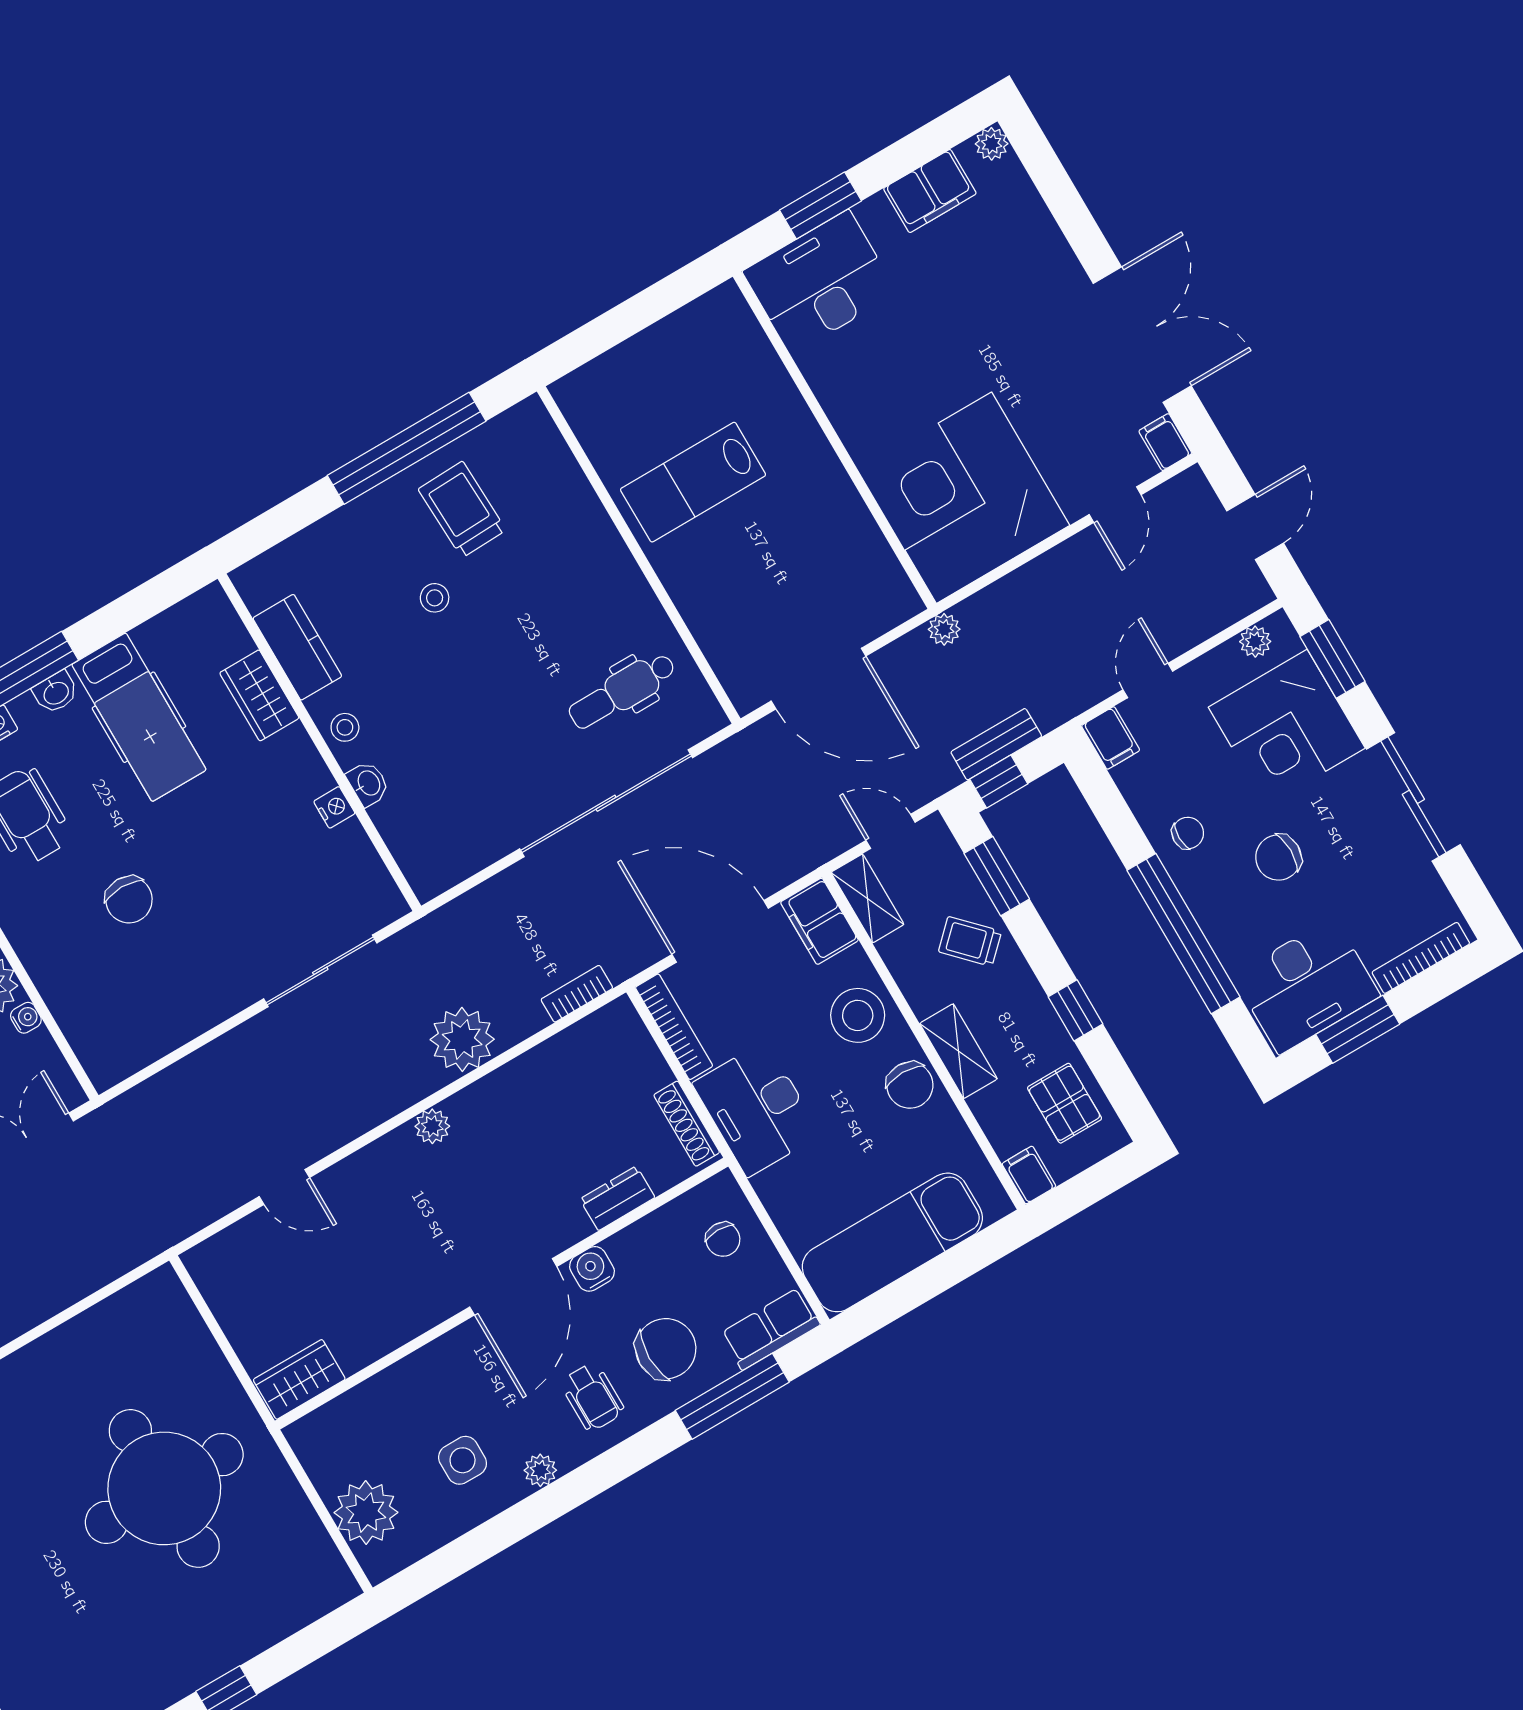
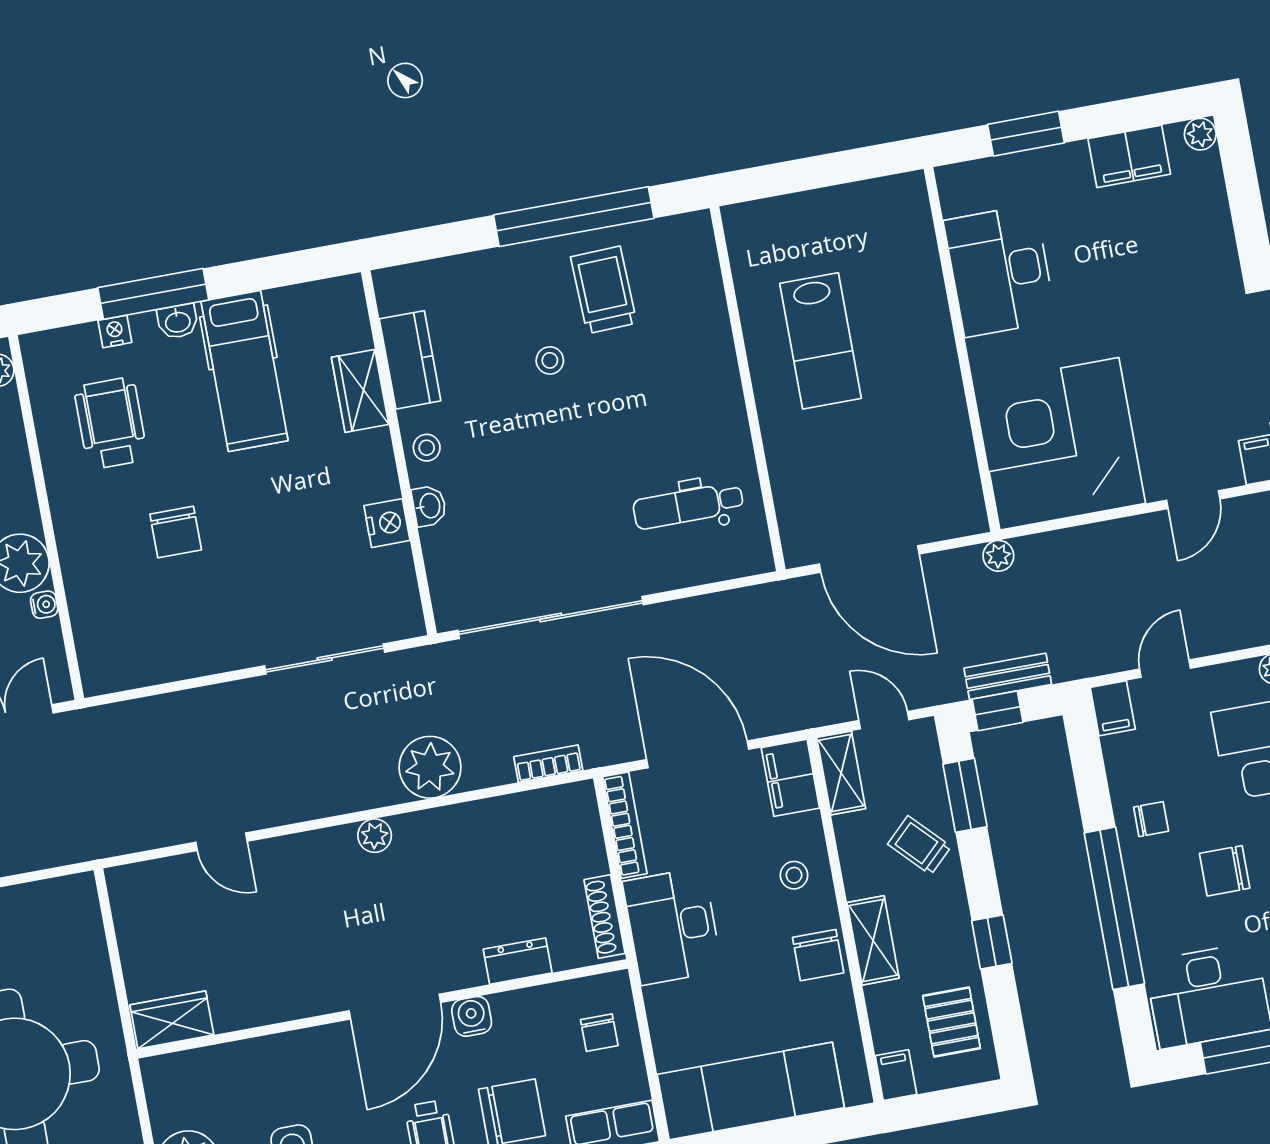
desk: (820, 282) -> (1000, 271), moved, turned -90
lab bench: (693, 482) -> (821, 341), turned -90
sliding door: (606, 803) -> (551, 617), moved
nightstand: (334, 807) -> (387, 523), width x1.39, depth x1.35
stool: (858, 1015) -> (794, 875), width x0.53, depth x0.53

